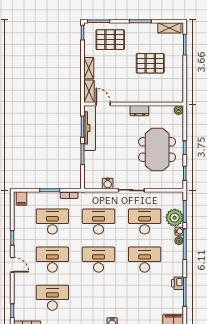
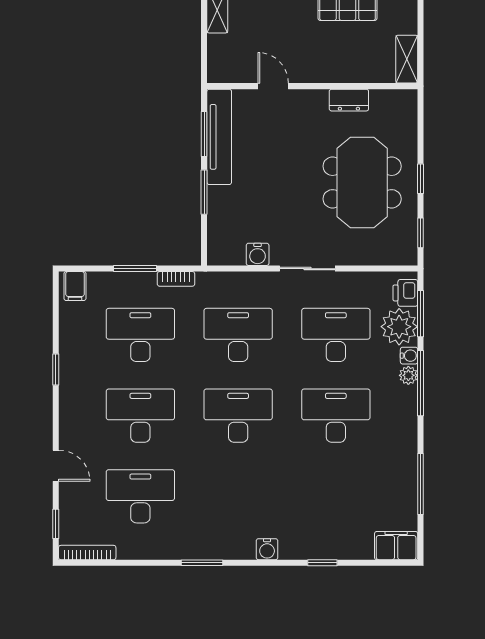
shelving: (89, 91) -> (407, 59), moved
door: (103, 104) -> (273, 86), moved
plant: (179, 110) -> (408, 99), removed
dresser: (139, 111) -> (349, 100), moved
door: (12, 265) -> (56, 466), moved
printer: (177, 283) -> (405, 293), moved

